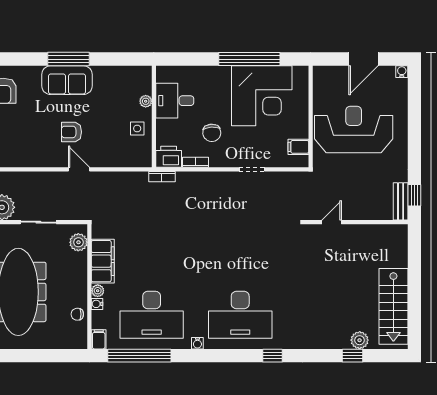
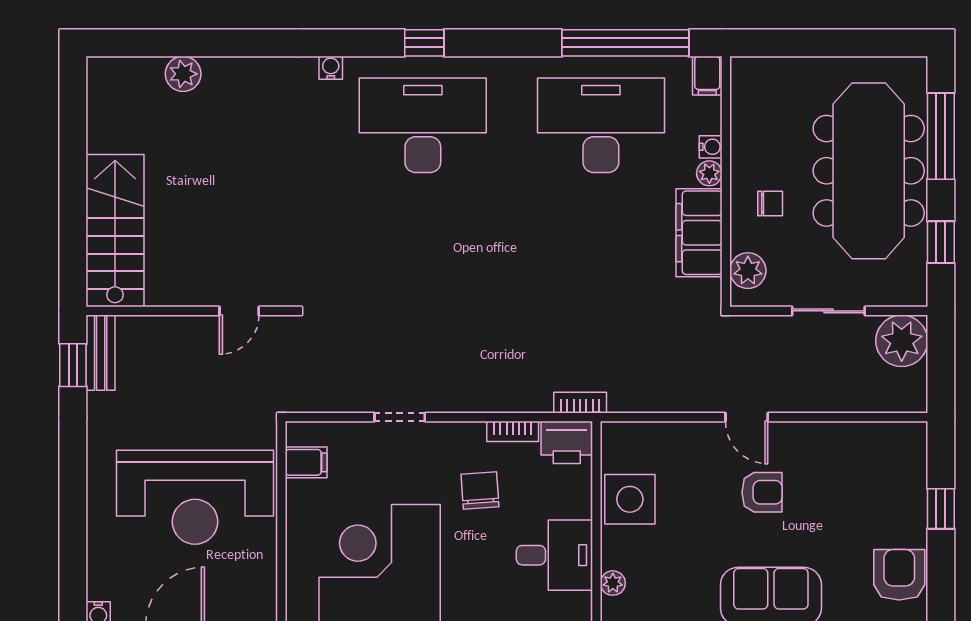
plant: (146, 101) -> (613, 583), moved
side table: (137, 128) -> (630, 499), width x1.87, depth x1.87
stairs: (393, 306) -> (115, 231), moved
chair: (77, 314) -> (770, 204), moved
water cooler: (197, 343) -> (331, 68), moved
window: (273, 356) -> (424, 43), moved
window: (352, 356) -> (197, 43), removed

